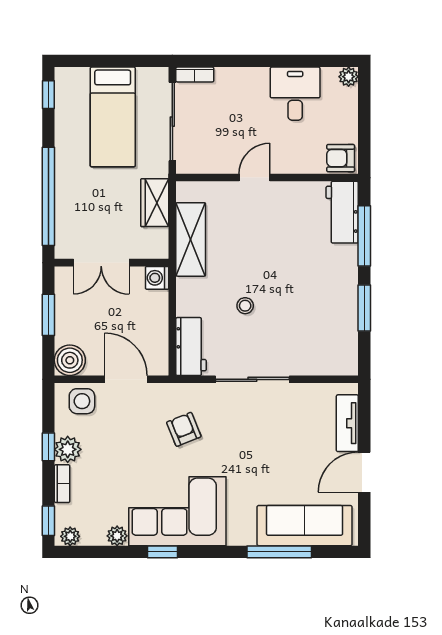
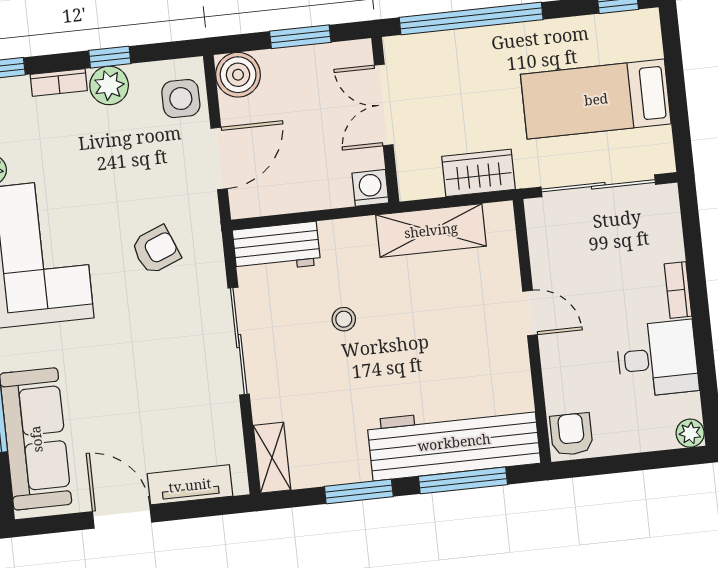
bookcase: (195, 75) -> (678, 290), moved
workbench: (342, 212) -> (454, 442), width x1.88, depth x1.32
shelving: (335, 365) -> (272, 458), added

